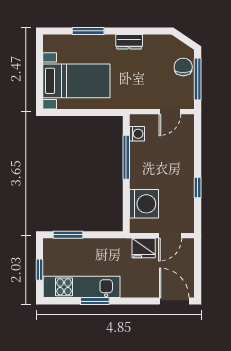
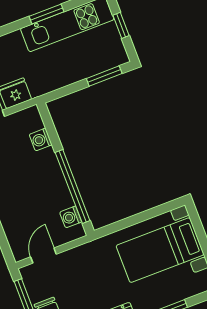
window: (126, 157) -> (73, 186), width x1.46
washing machine: (144, 204) -> (41, 140), width x0.53, depth x0.53

